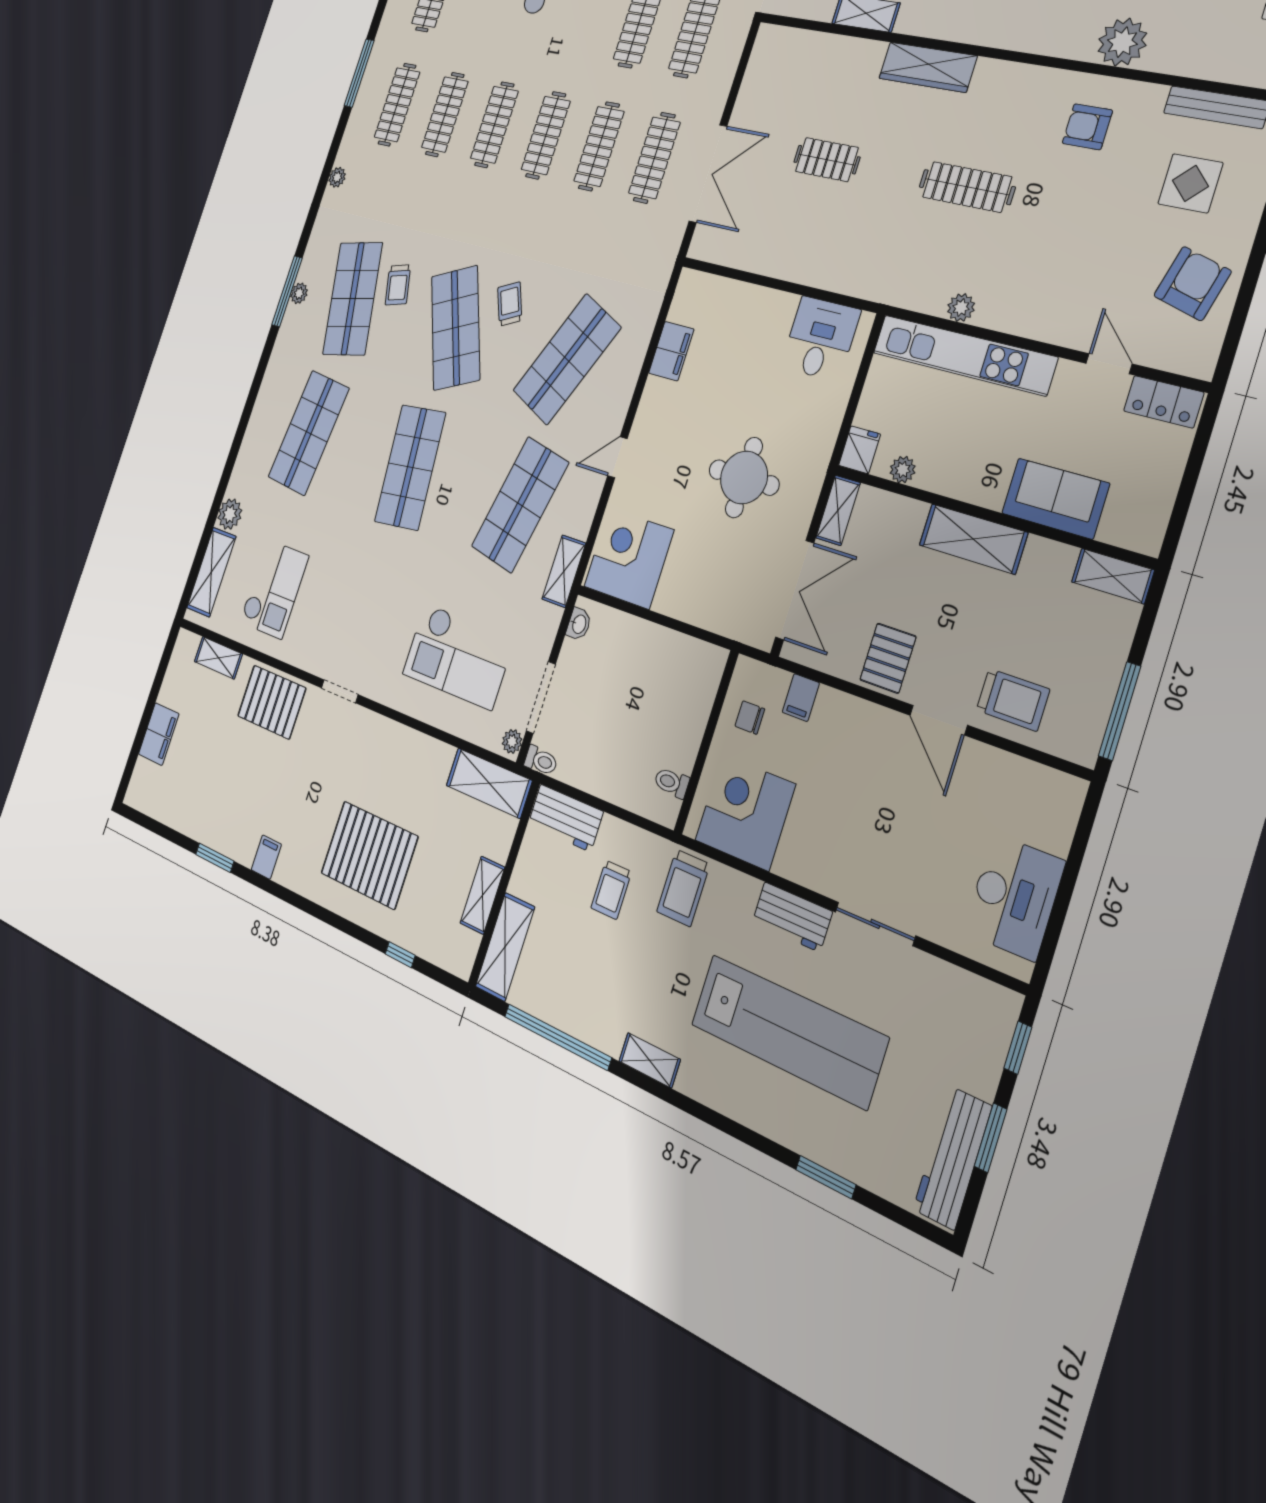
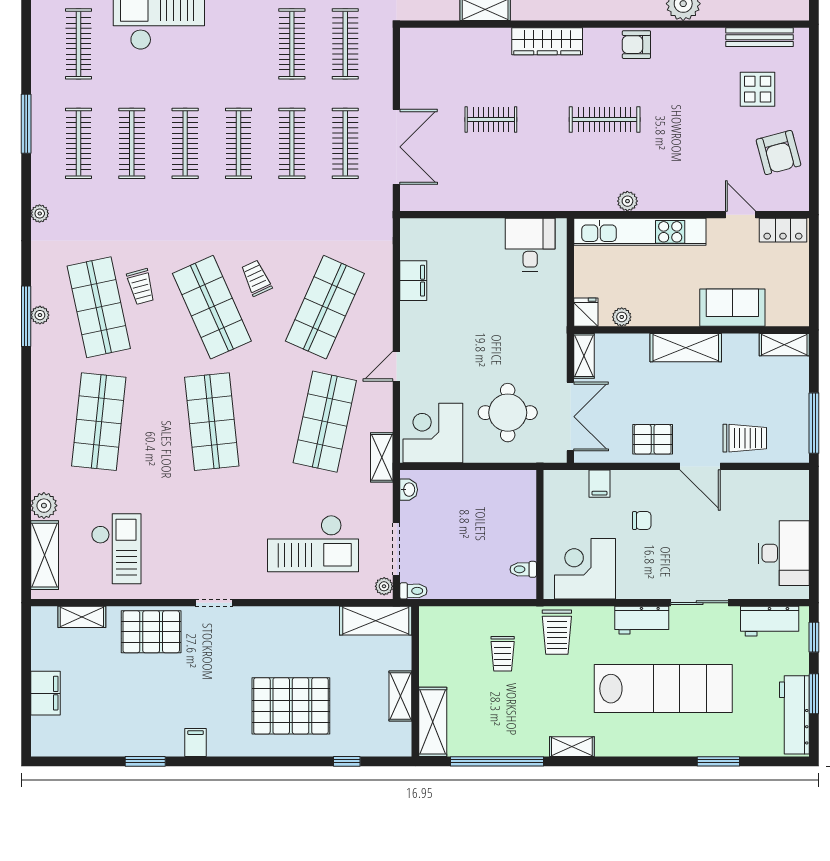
armchair: (1087, 127) -> (636, 45), moved
armchair: (1192, 284) -> (779, 153), turned 150
round table: (744, 477) -> (508, 413), moved
pallet: (888, 658) -> (653, 439), turned 90
chair: (750, 718) -> (642, 521), moved, turned 180
workbench: (565, 818) -> (770, 621), moved

